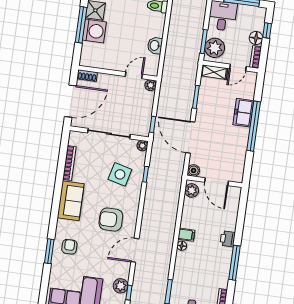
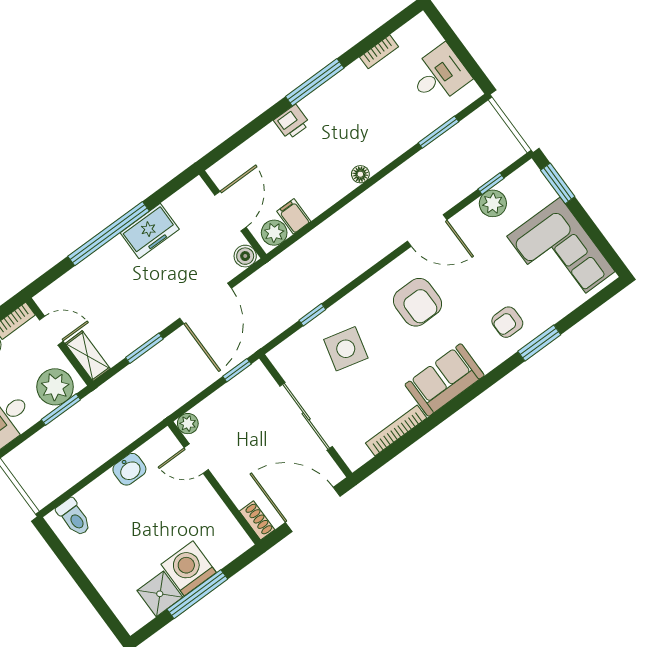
freezer: (243, 113) -> (150, 231), moved
plant: (142, 146) -> (279, 356), removed
filing cabinet: (186, 235) -> (294, 216), moved

